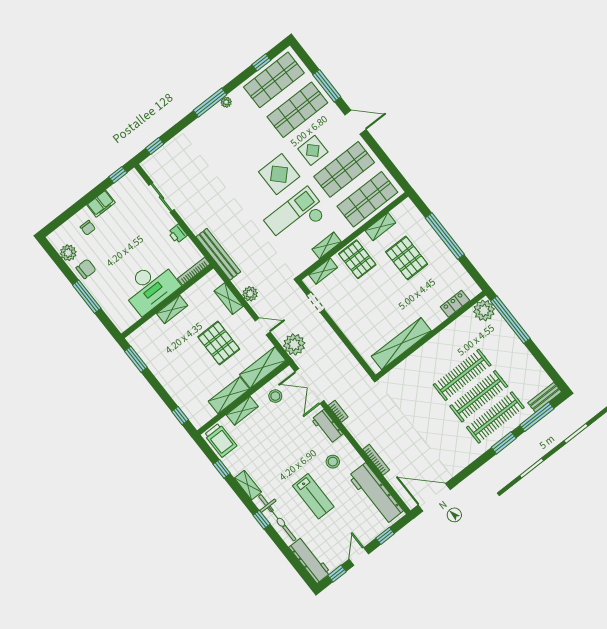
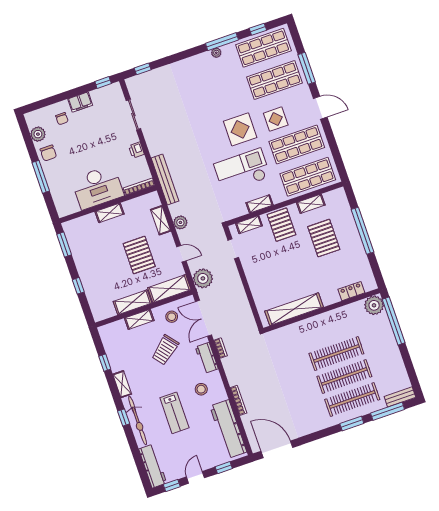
window: (210, 103) -> (222, 42), moved
chair: (86, 269) -> (48, 153), turned 90
window: (180, 416) -> (78, 286), moved
trolley: (220, 440) -> (165, 350), moved, turned 51

